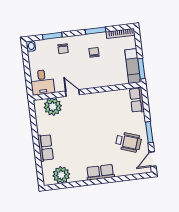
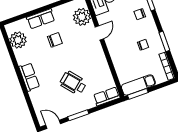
chair: (69, 138) -> (55, 40), added
wheelchair: (128, 142) -> (73, 83), moved, turned 121

